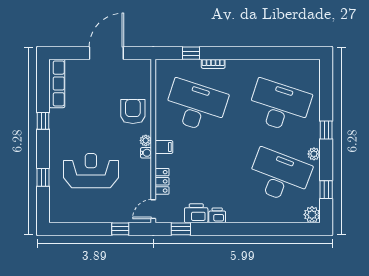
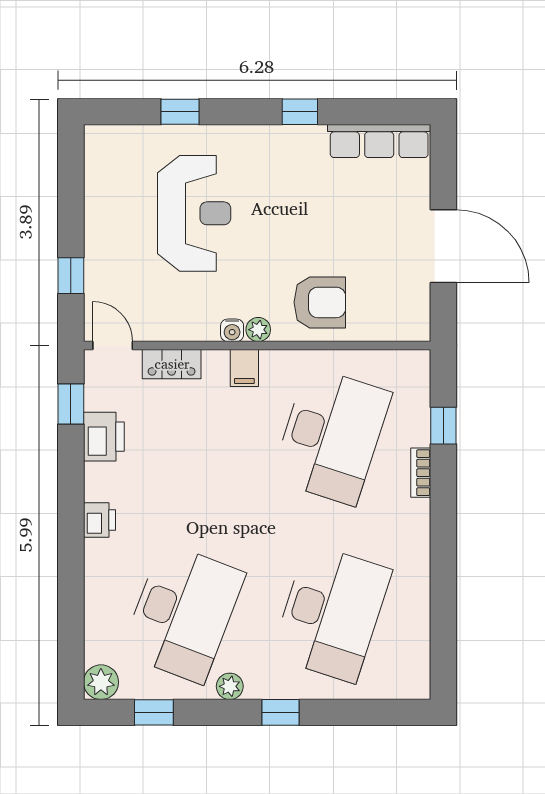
printer: (217, 215) -> (99, 520), moved

